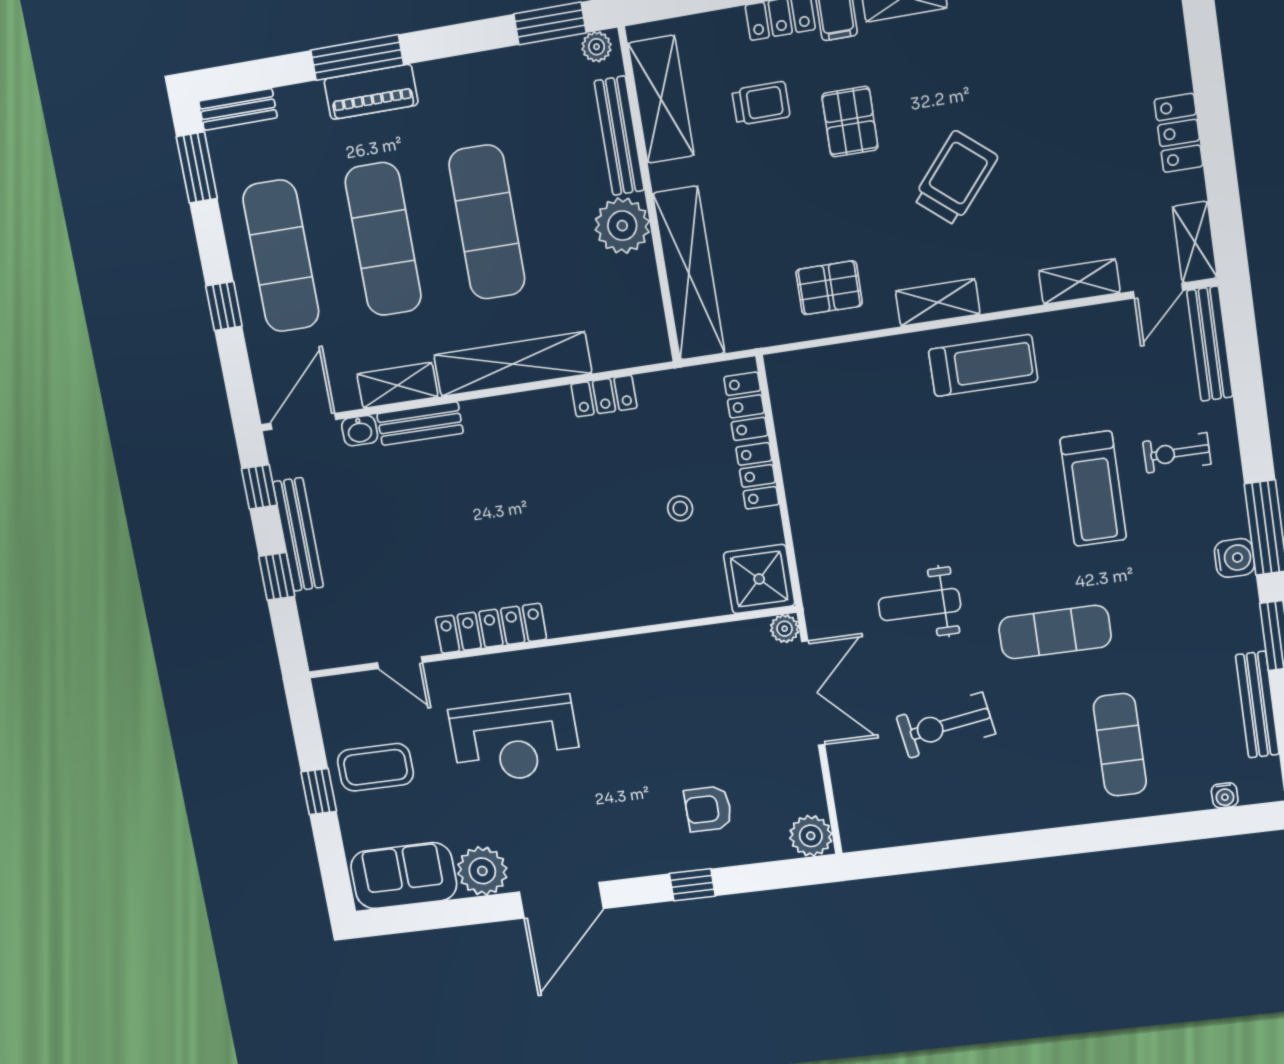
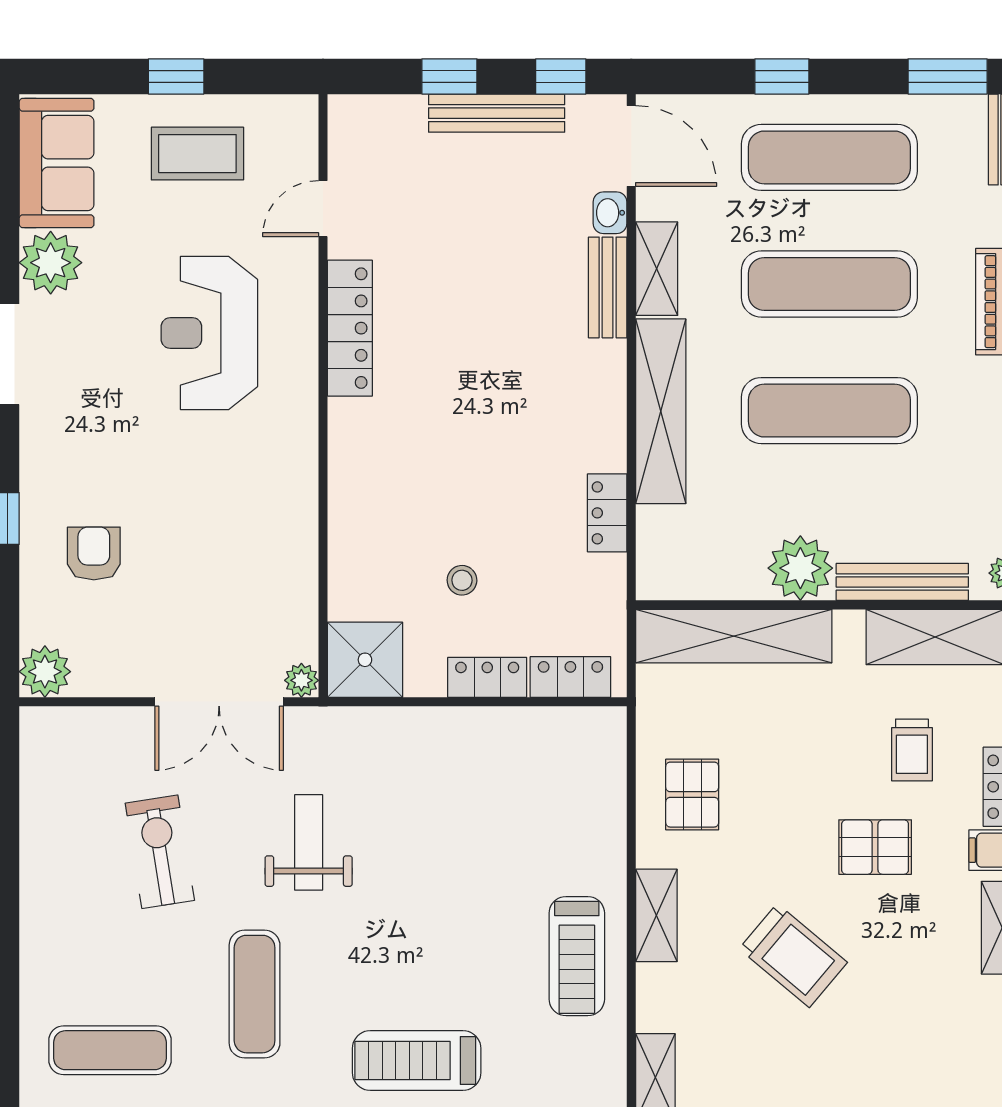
coffee table: (375, 767) -> (197, 154), turned 90

